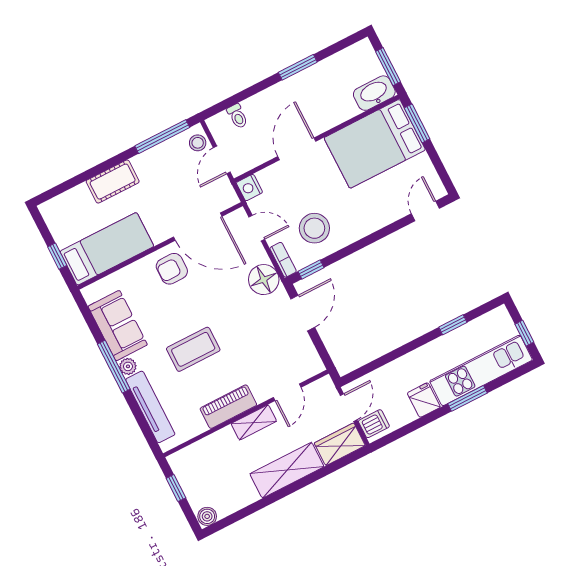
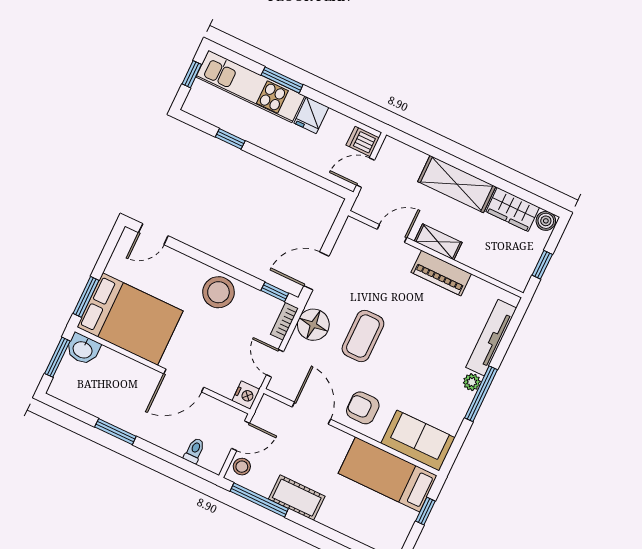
washbasin: (374, 93) -> (83, 349), width x0.72
cot: (113, 182) -> (297, 498), moved
door: (198, 227) -> (311, 413), width x0.73
stool: (314, 228) -> (218, 292), moved
armchair: (172, 269) -> (363, 408), turned 180
sofa: (118, 326) -> (418, 441), moved, turned 90
coffee table: (193, 349) -> (363, 336), moved, turned 90
wardrobe: (340, 444) -> (513, 209), moved

